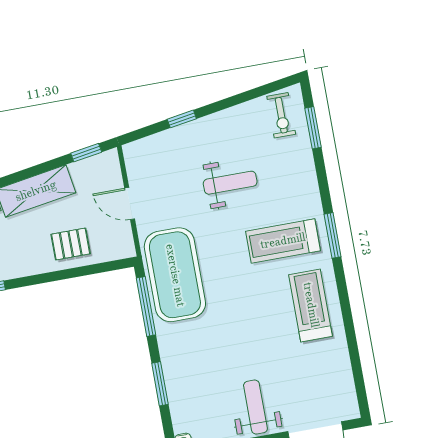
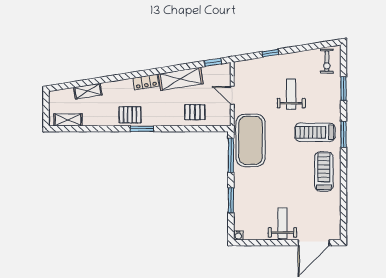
window: (313, 128) -> (344, 89), moved
weight bench: (230, 183) -> (291, 94), turned -90

